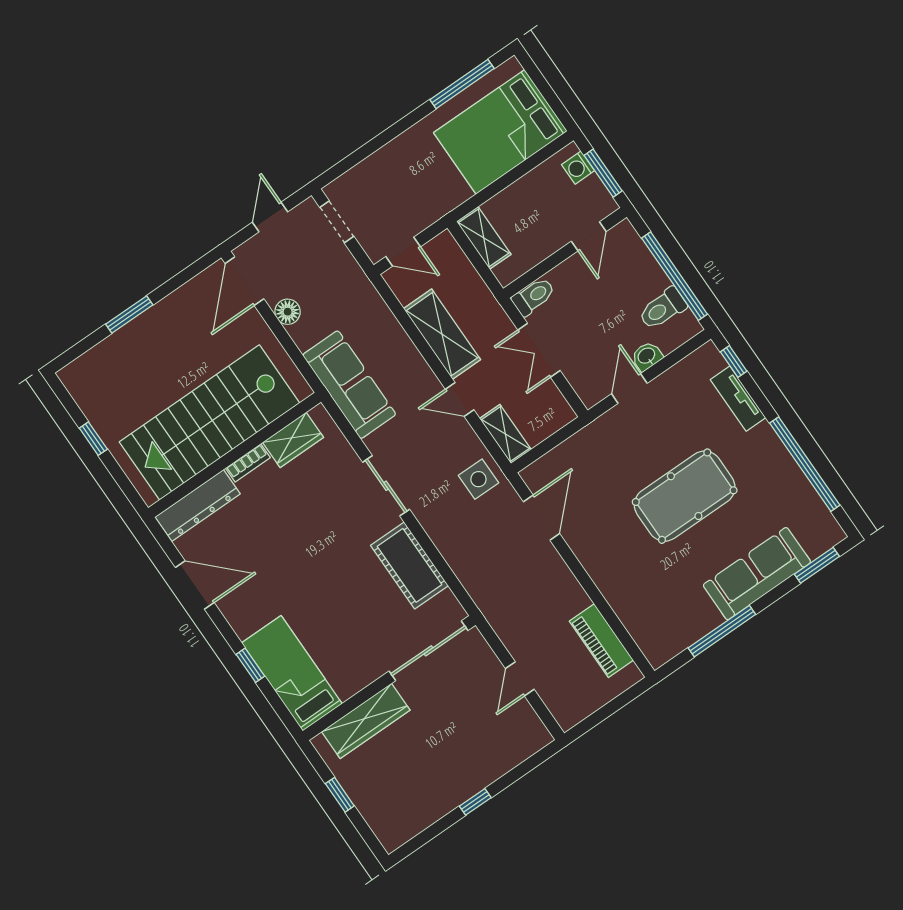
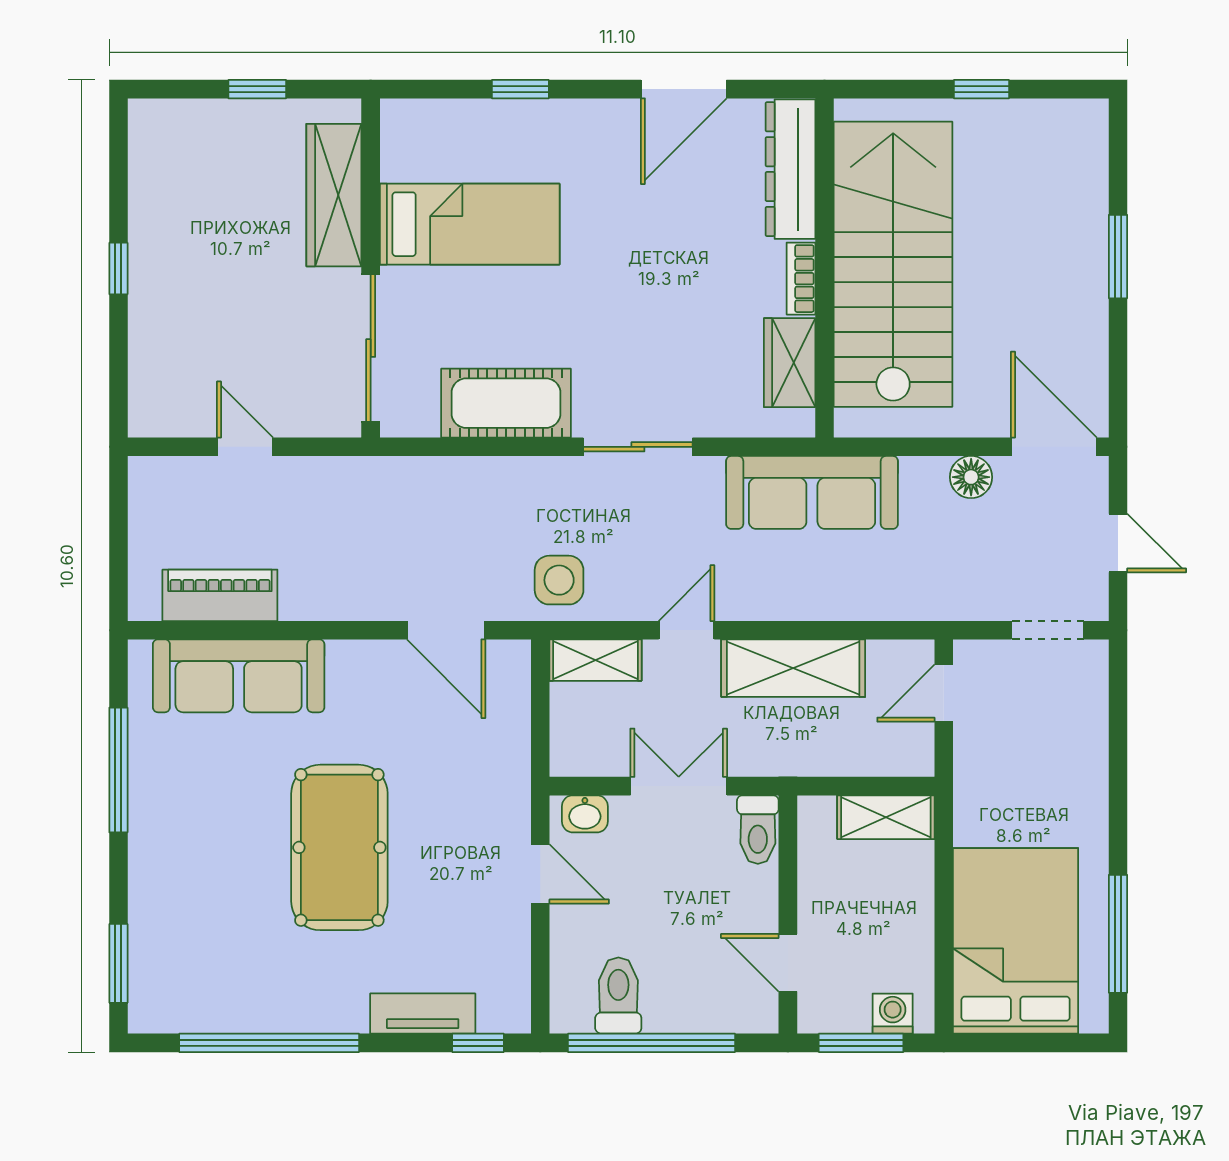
washbasin: (647, 356) -> (585, 814), moved, turned 90
sofa: (757, 574) -> (239, 676), moved, turned 90
bed: (292, 673) -> (470, 224), moved

